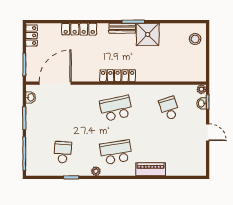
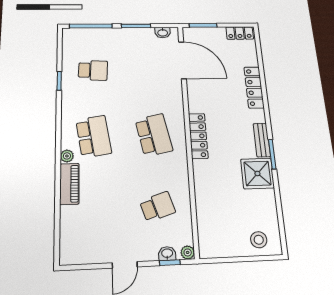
plant: (96, 171) -> (67, 156), moved

